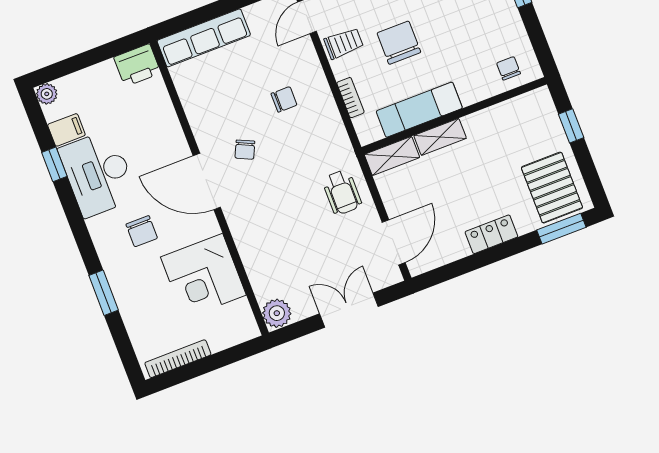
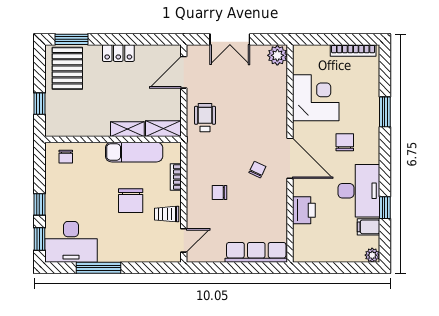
printer: (137, 65) -> (304, 210), moved, turned 90

